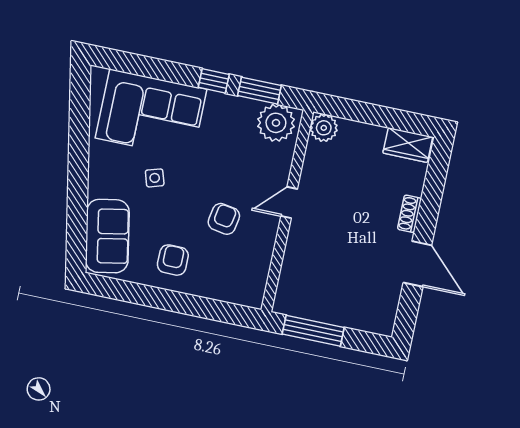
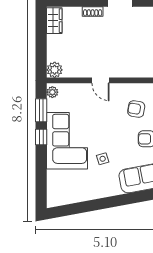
corner sofa: (151, 114) -> (67, 141), moved
plant: (276, 123) -> (52, 92), width x0.53, depth x0.53
armchair: (224, 219) -> (136, 109), moved

